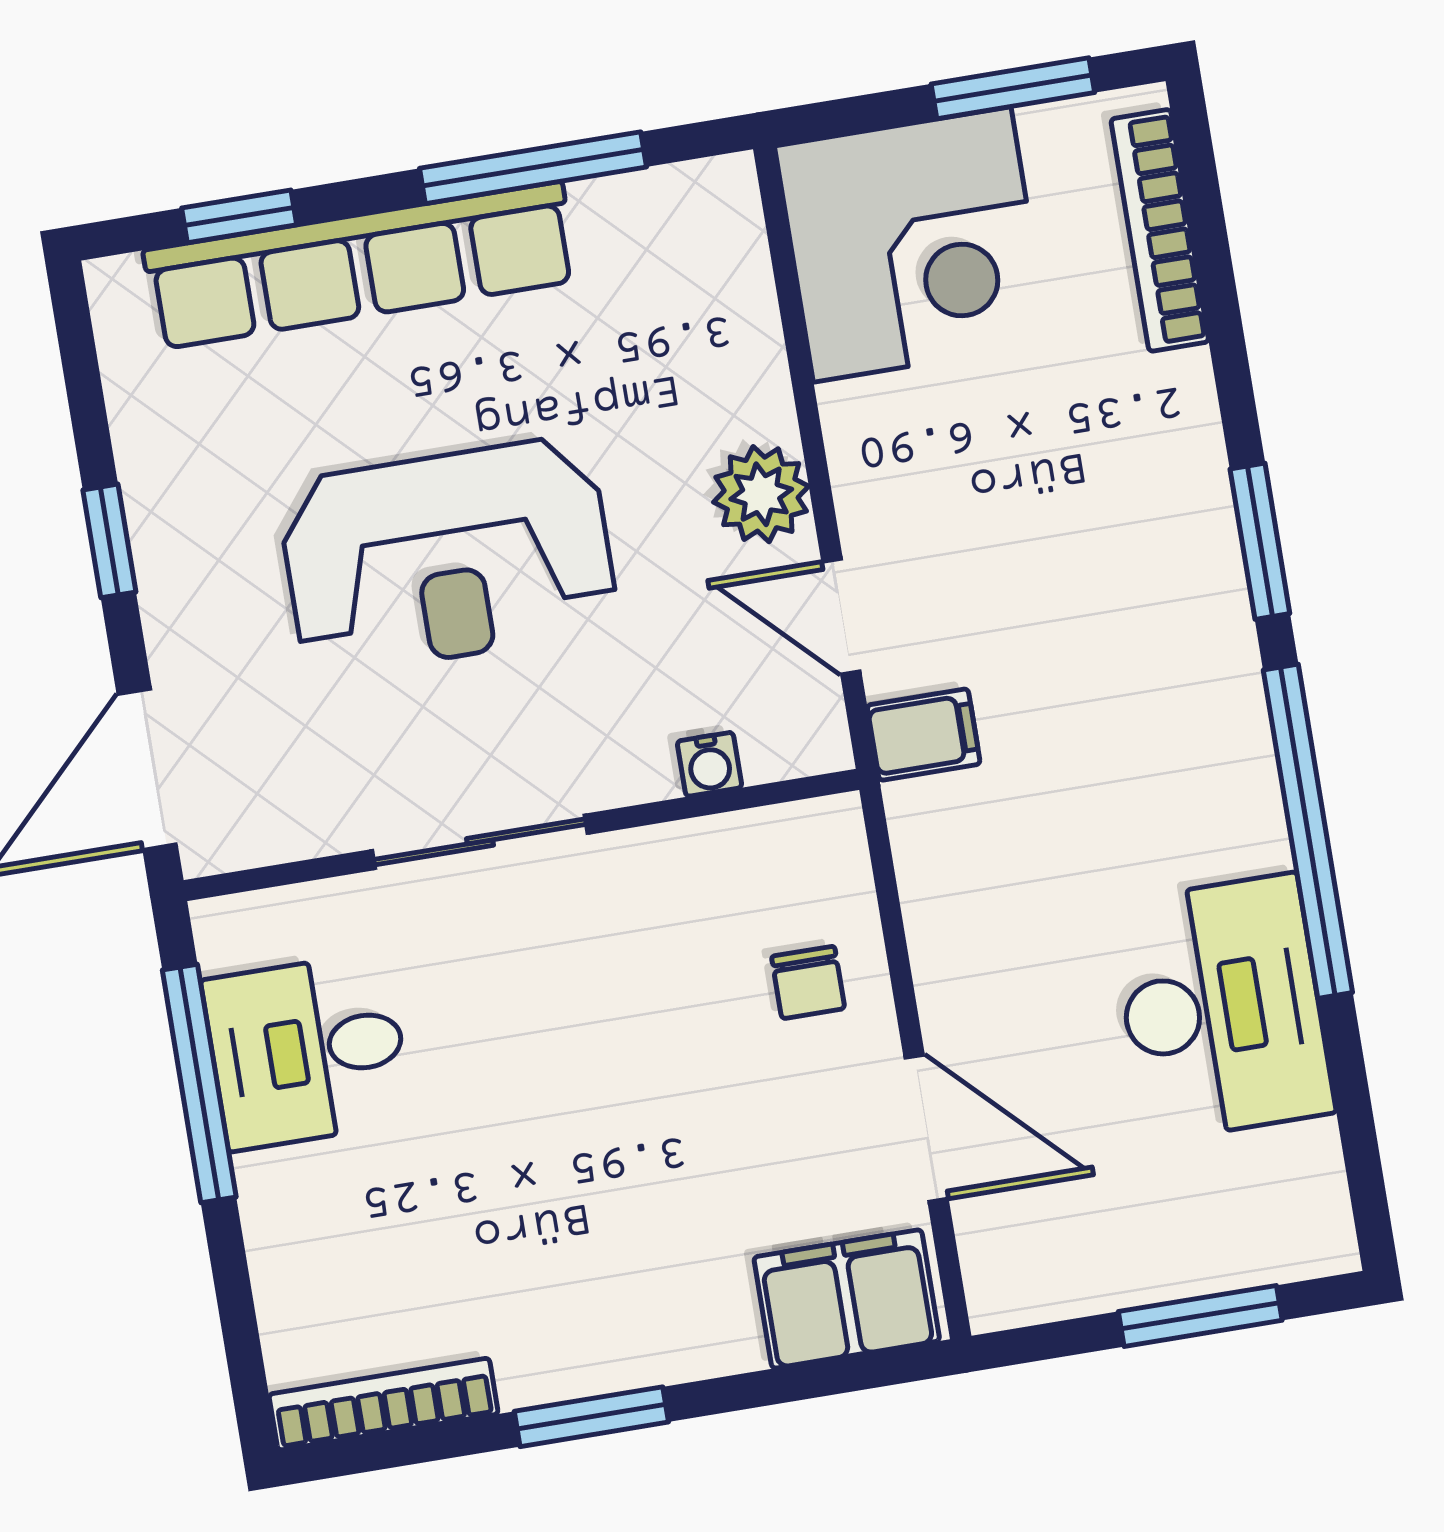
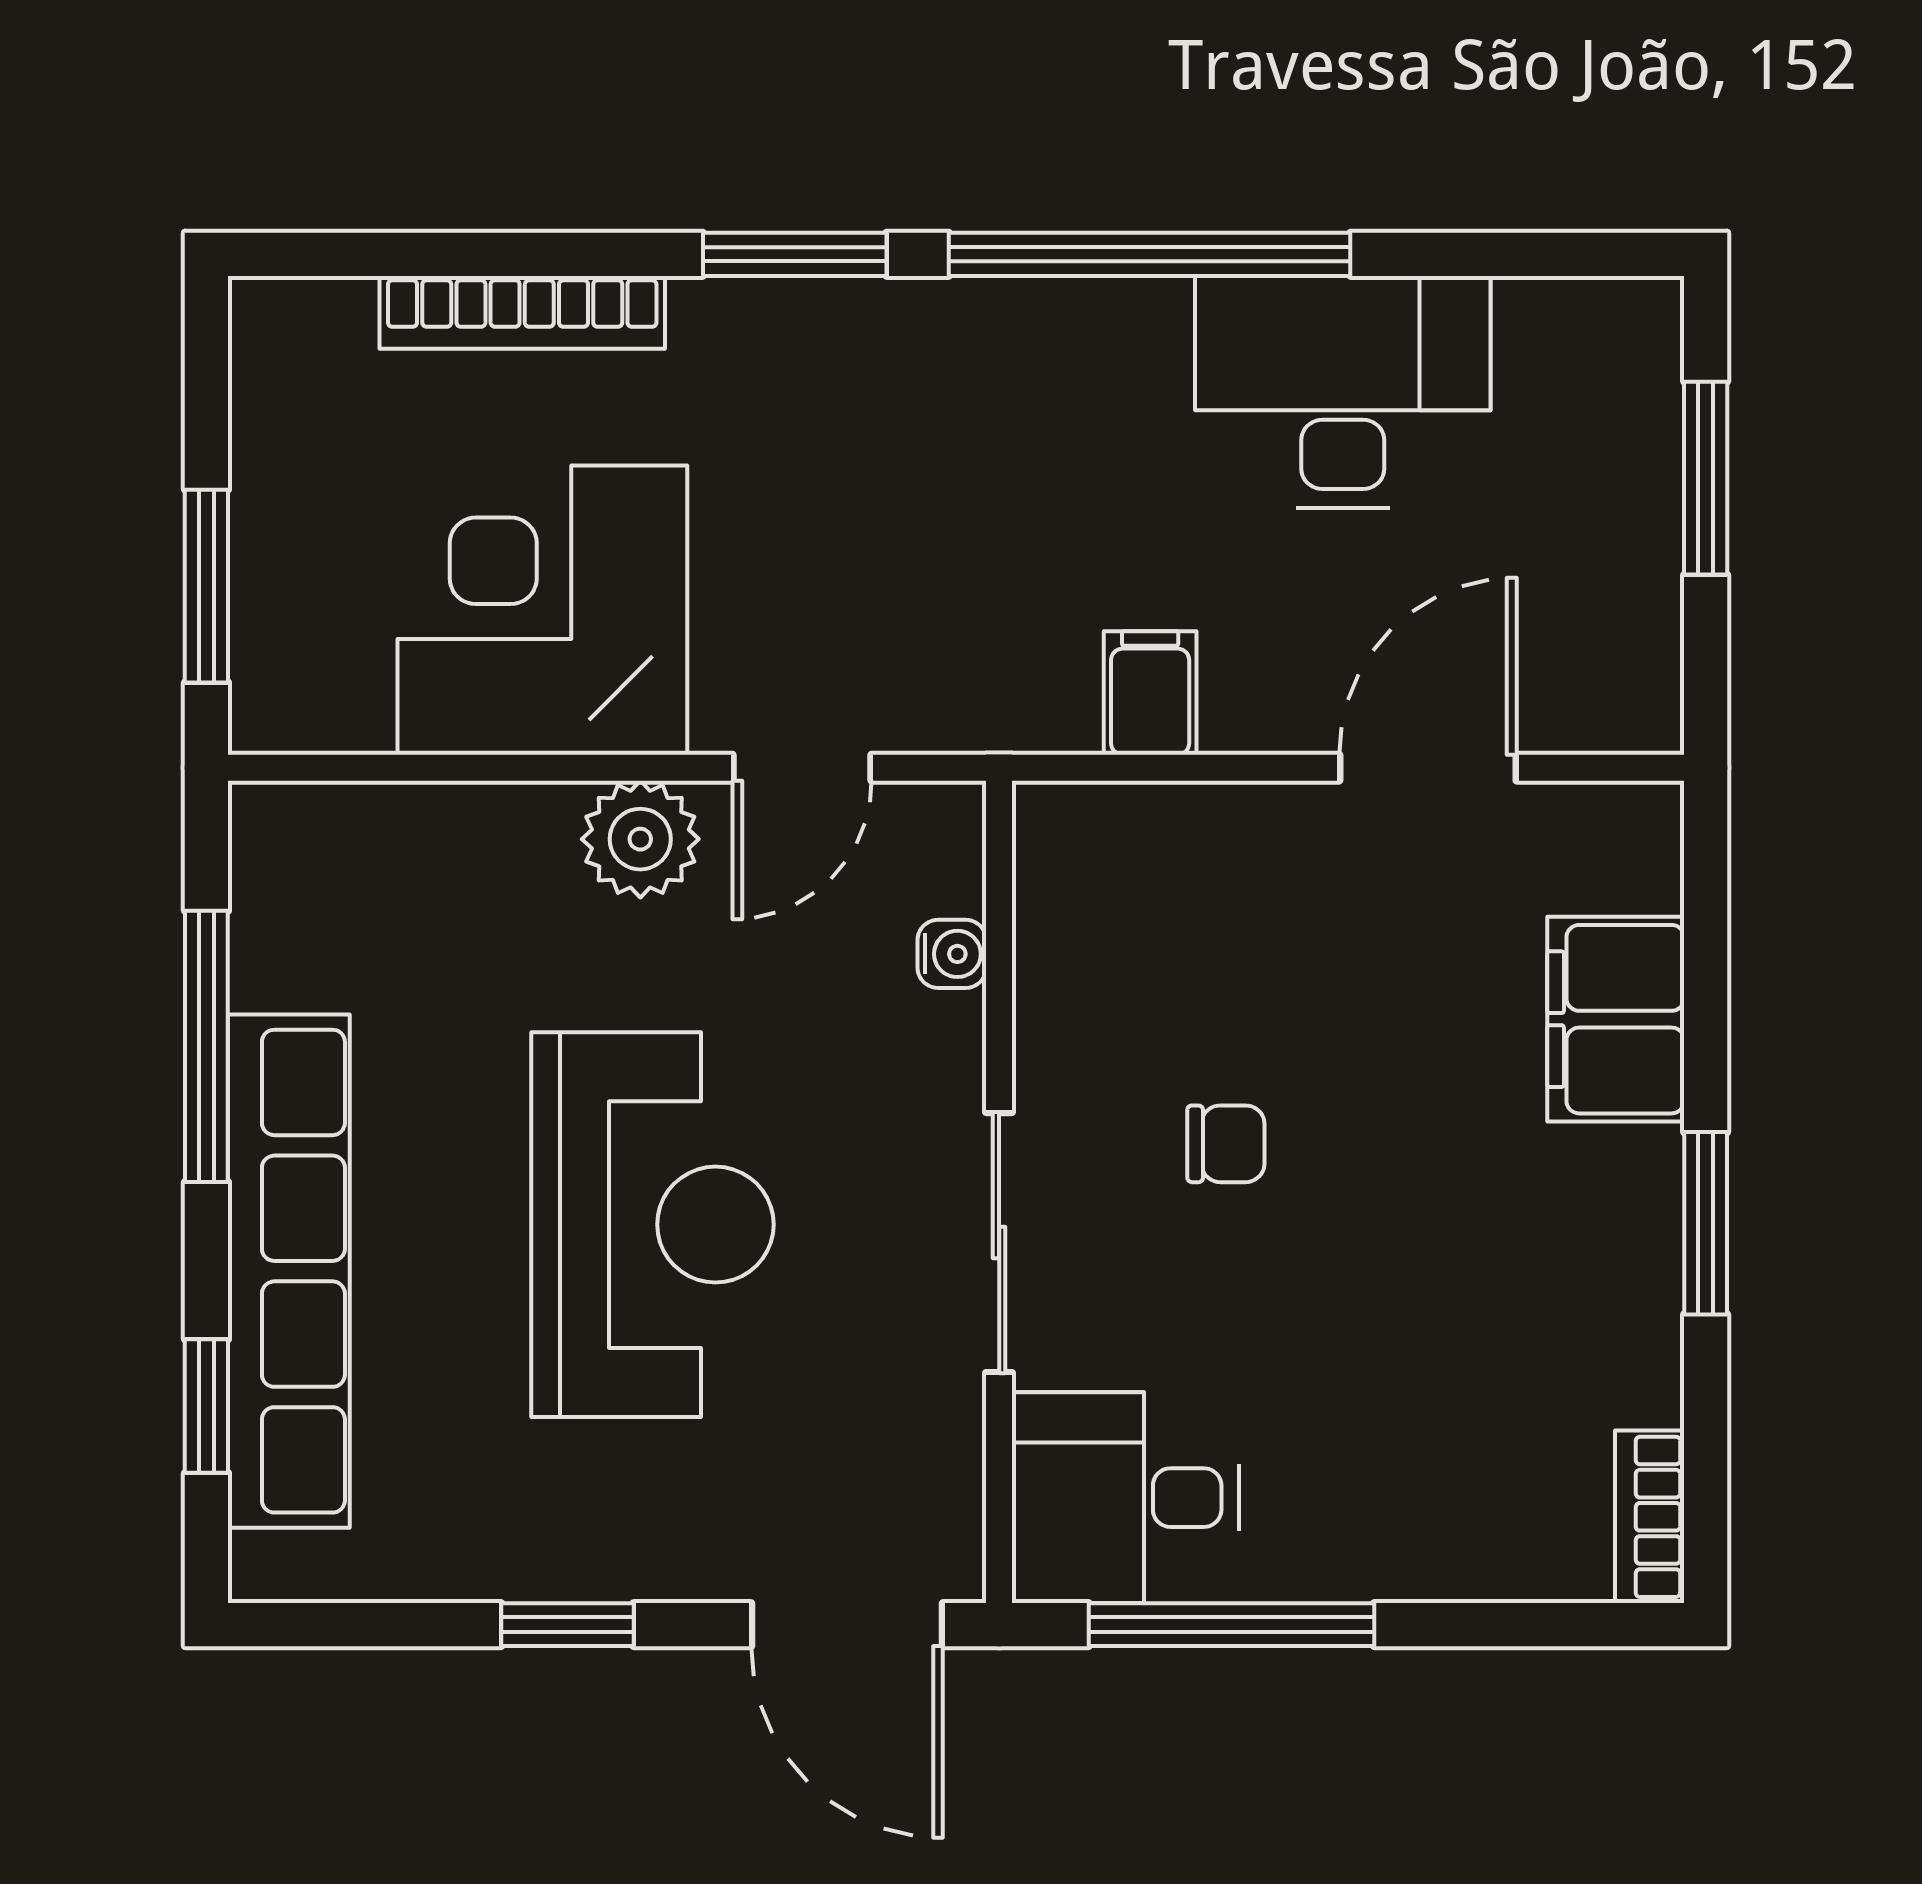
window: (1013, 88) -> (206, 586), moved
bookcase: (1160, 230) -> (522, 312), moved
corner desk: (912, 244) -> (542, 610), moved, turned -90
filing cabinet: (924, 735) -> (1150, 693), moved
chair: (808, 982) -> (1226, 1144), moved
desk: (307, 1051) -> (1126, 1498), moved, turned 90
filing cabinet: (847, 1299) -> (1616, 1019), moved
bookcase: (384, 1404) -> (1650, 1517), width x0.64

